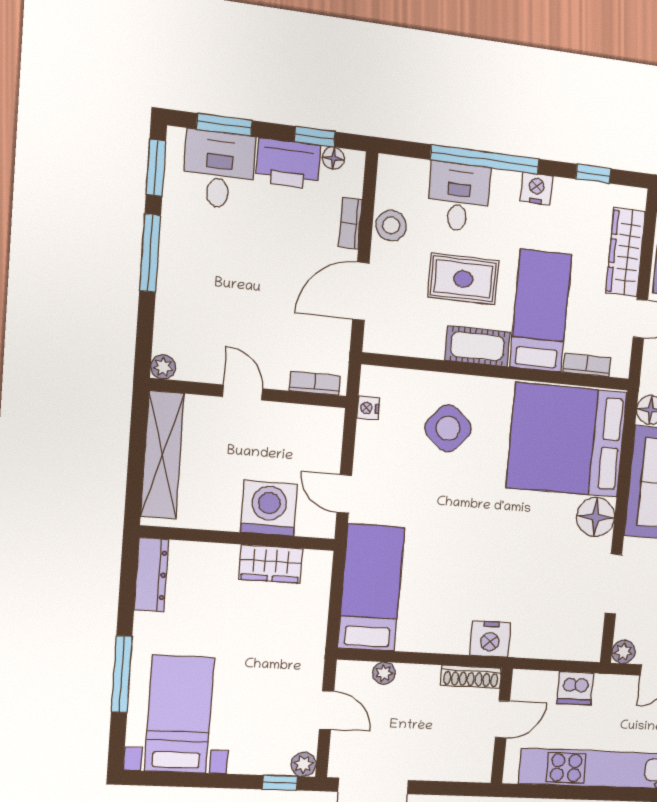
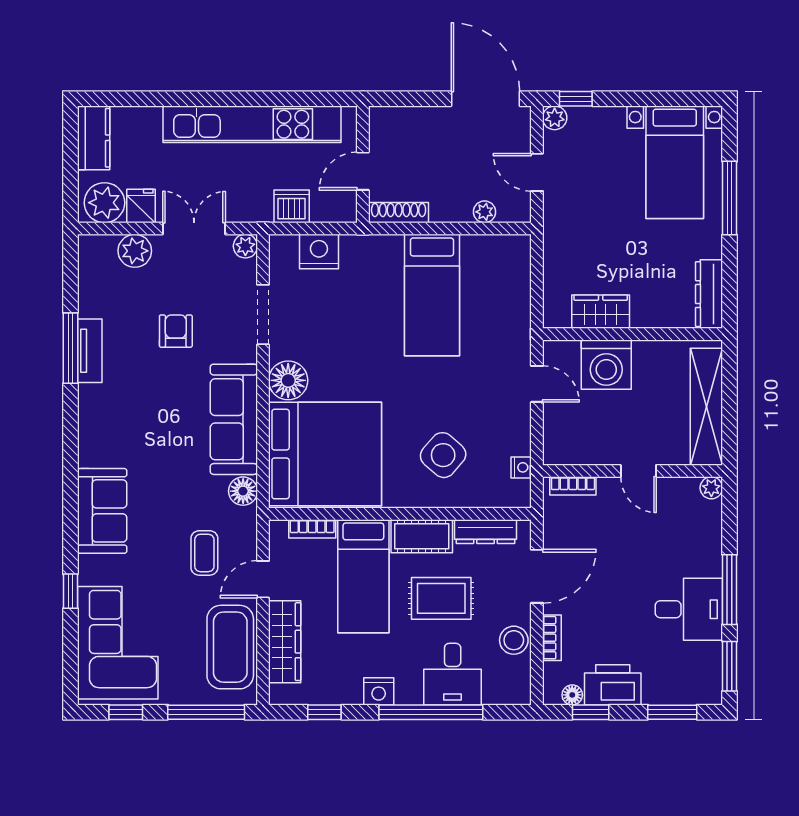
desk: (219, 170) -> (689, 609), moved, turned -90
dresser: (411, 344) -> (486, 532), added
bed: (371, 588) -> (432, 295), moved
nightstand: (490, 639) -> (319, 252), moved

